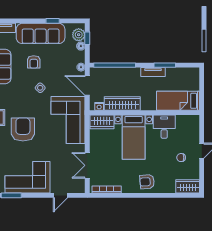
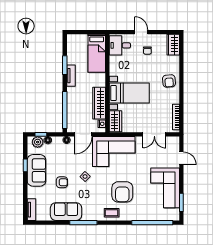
sofa: (41, 33) -> (36, 170), width x0.73
desk: (164, 127) -> (120, 45), moved
armchair: (23, 129) -> (122, 192), turned -90

